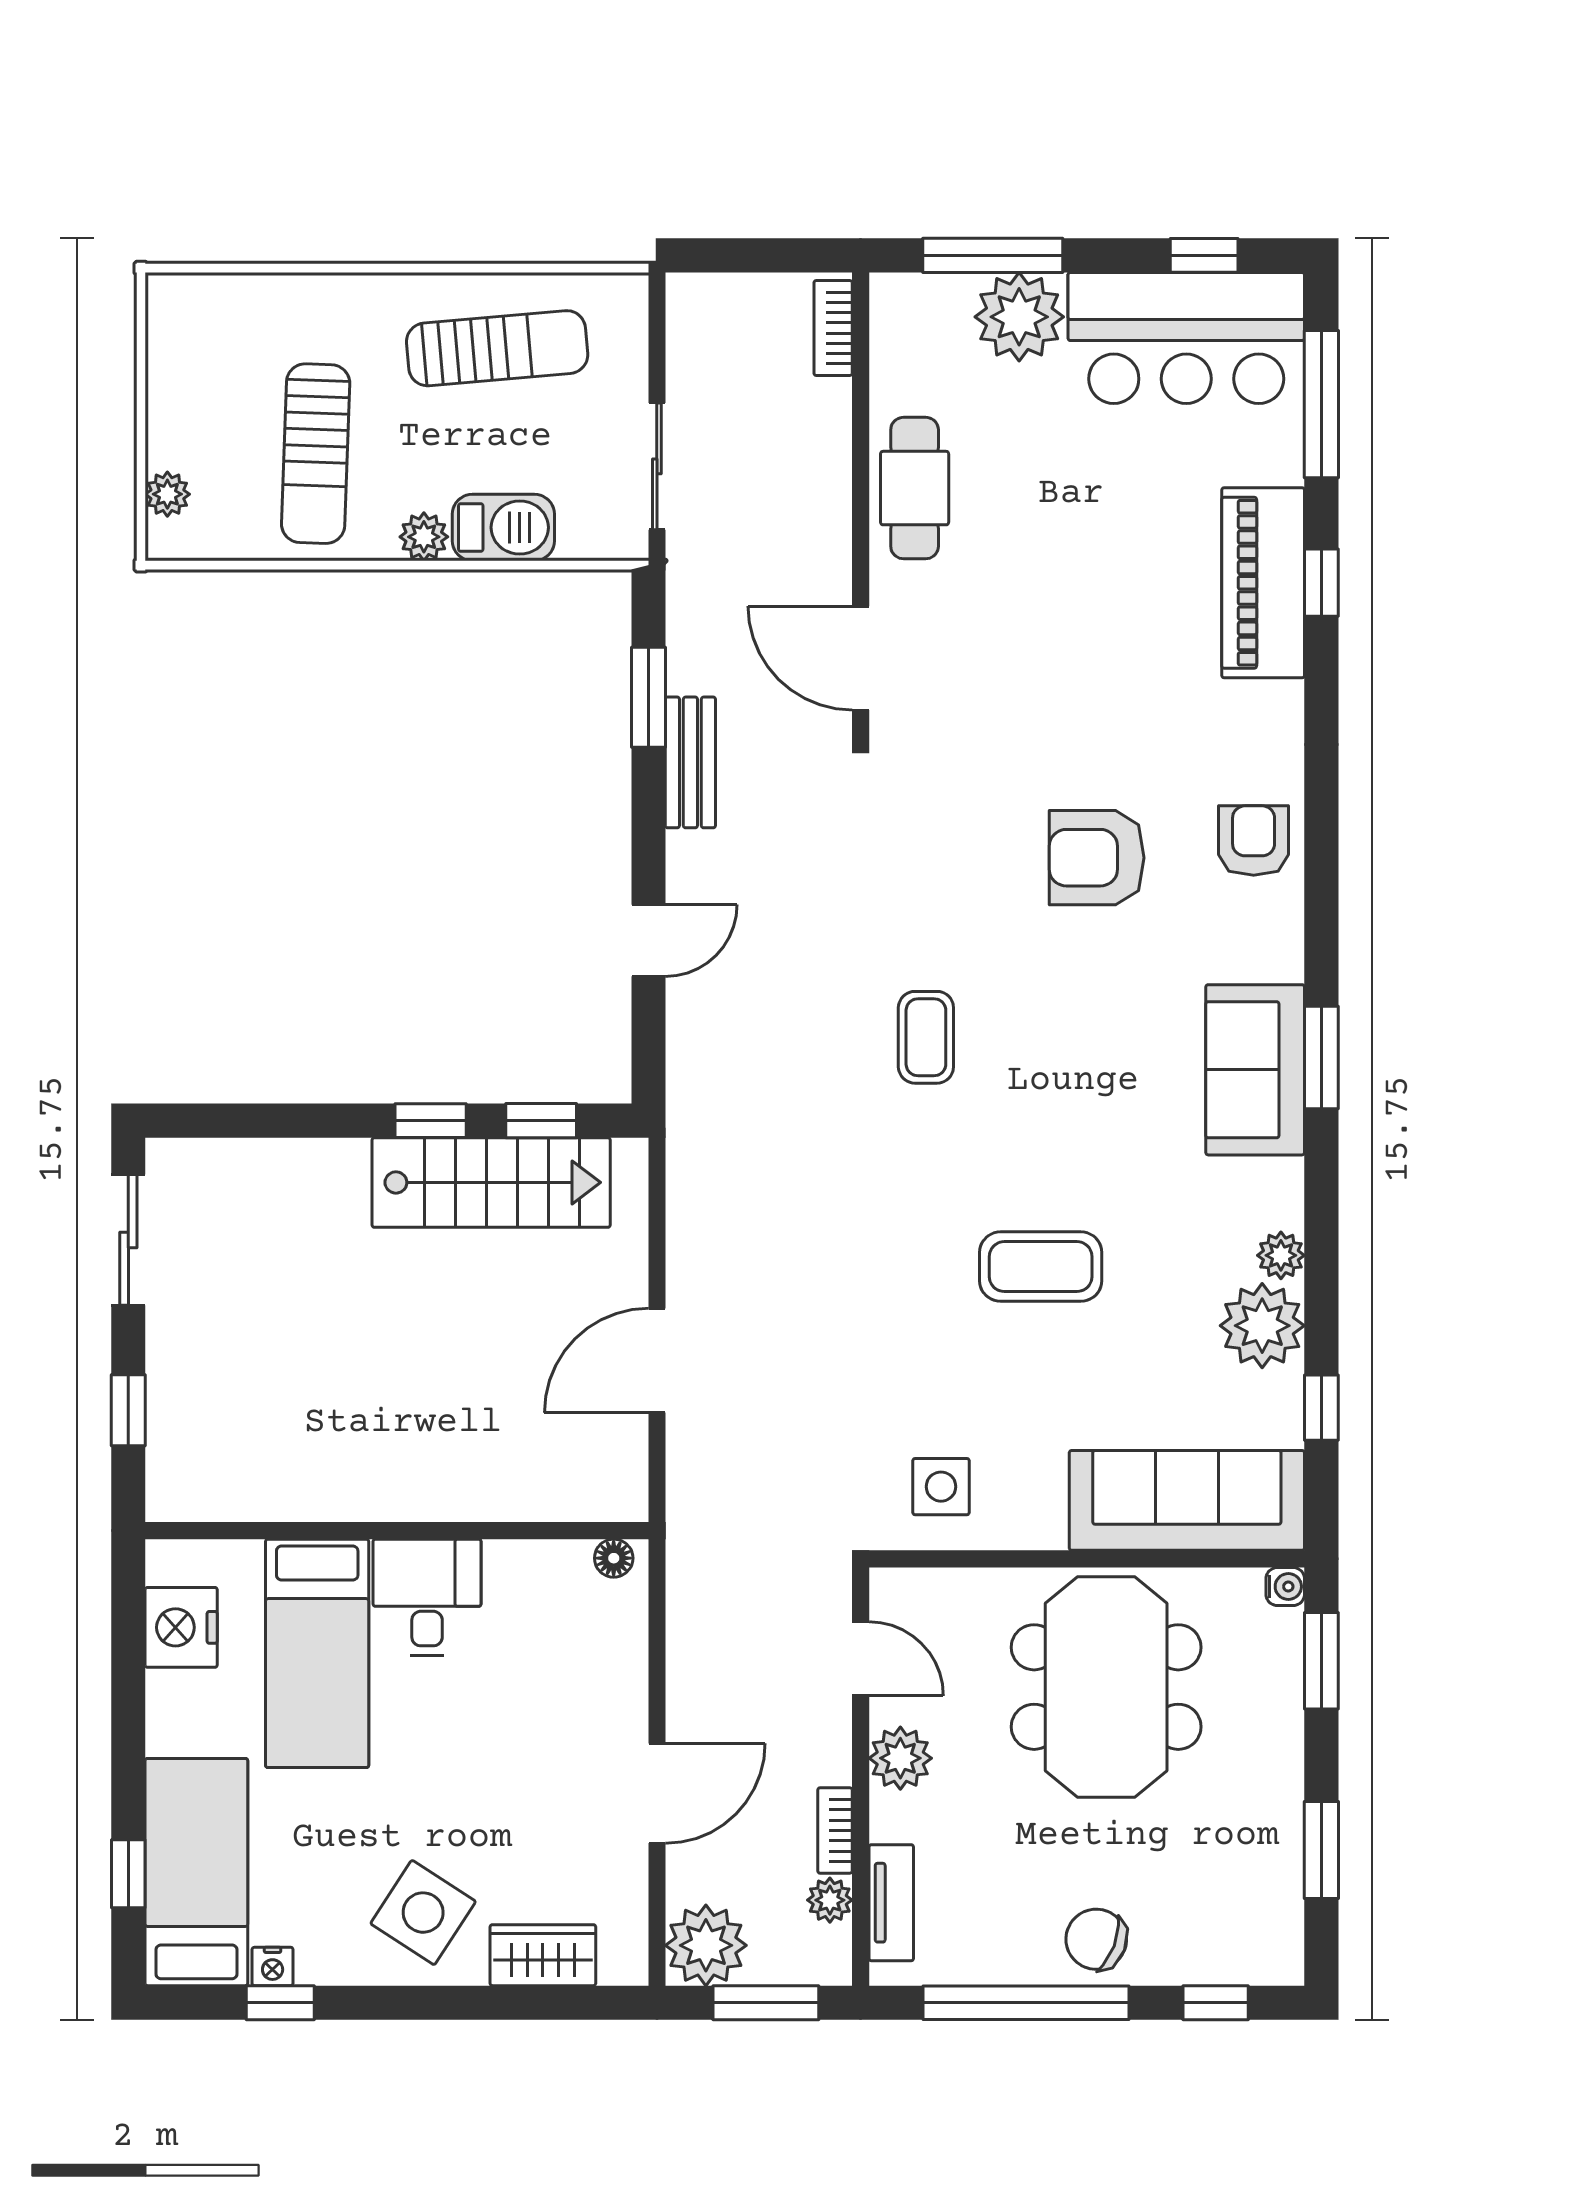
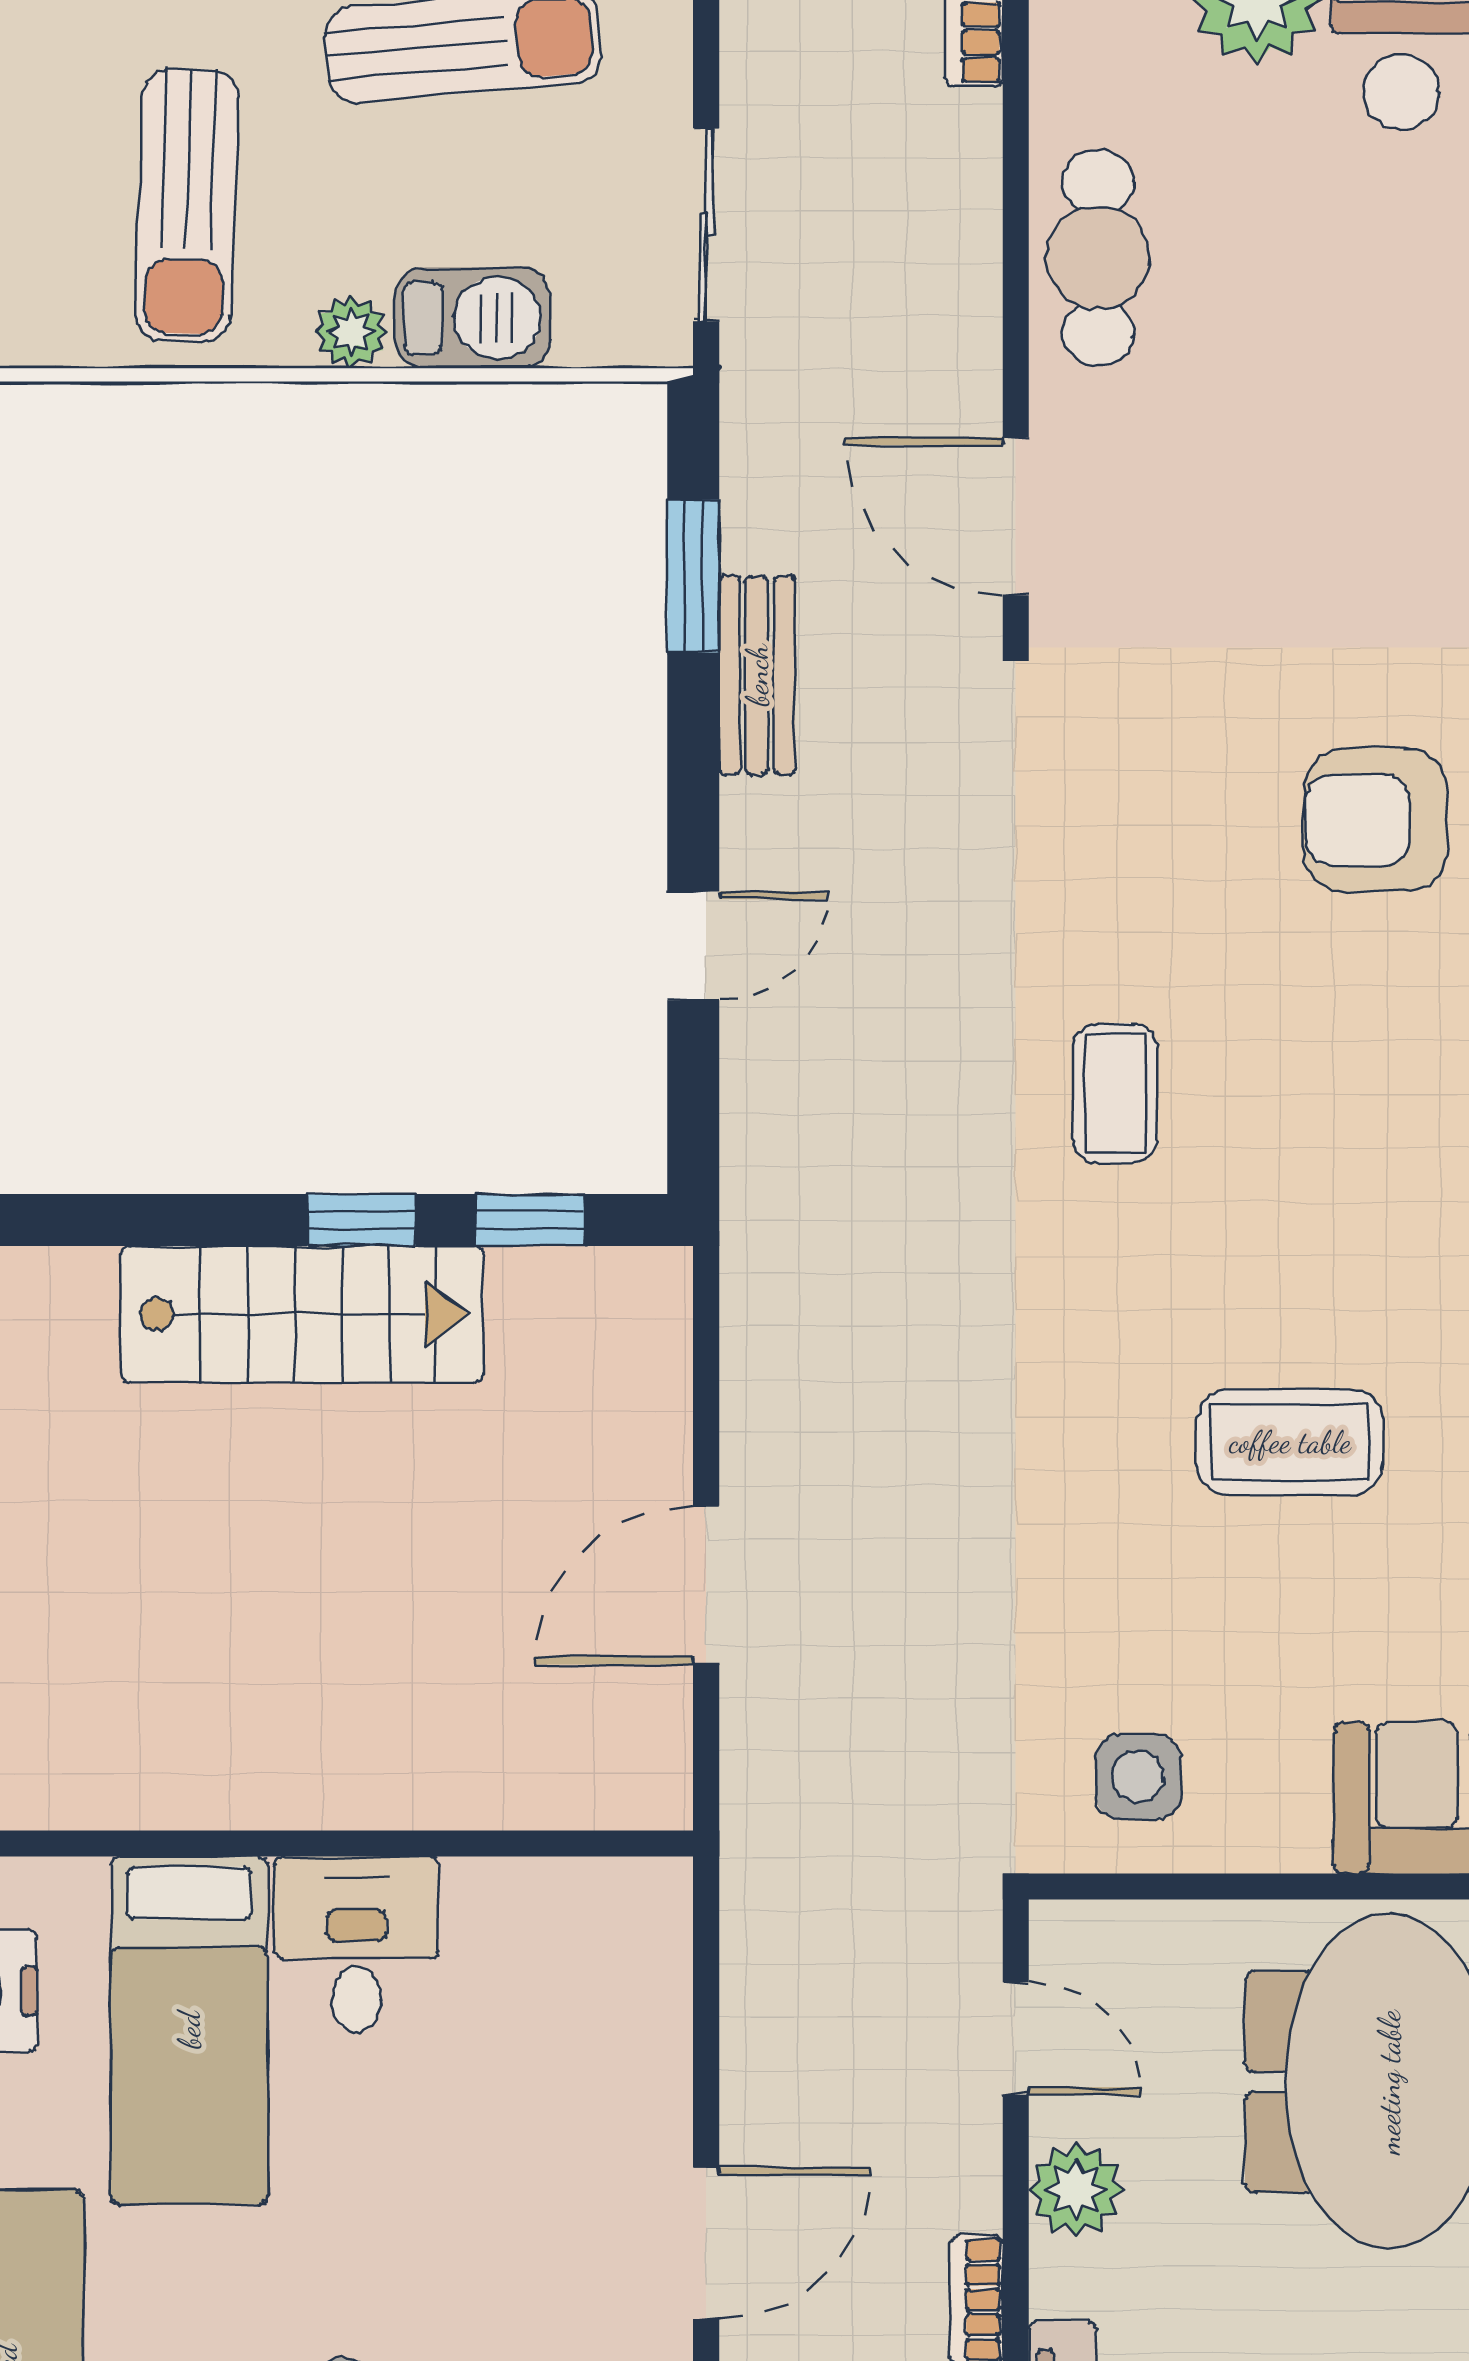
stairs: (491, 1182) -> (302, 1314), moved
floor lamp: (614, 1558) -> (640, 1886), removed

